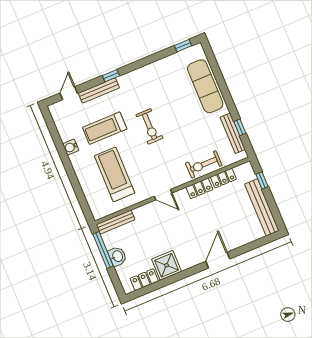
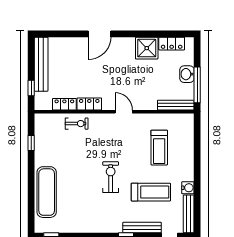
bench: (233, 133) -> (189, 214), moved
exercise bike: (204, 164) -> (77, 124), width x0.73, depth x0.72
treadmill: (115, 174) -> (159, 148), width x0.73, depth x0.73

